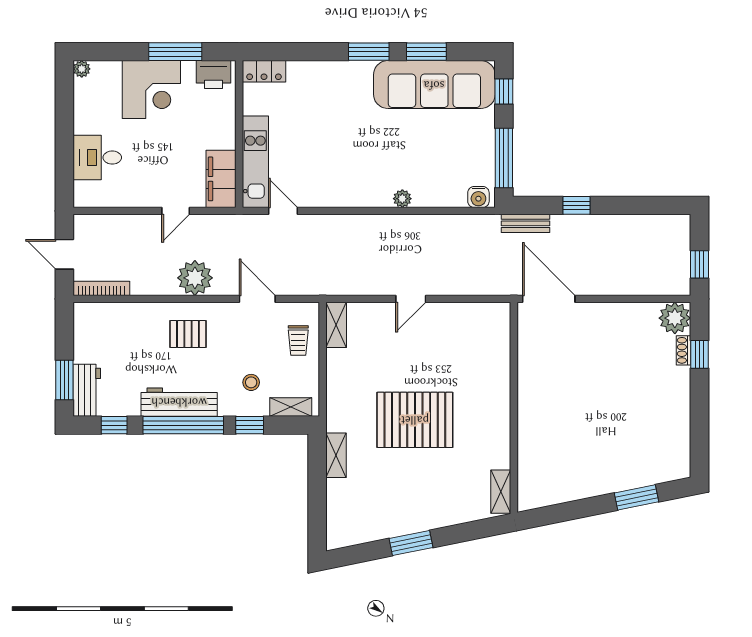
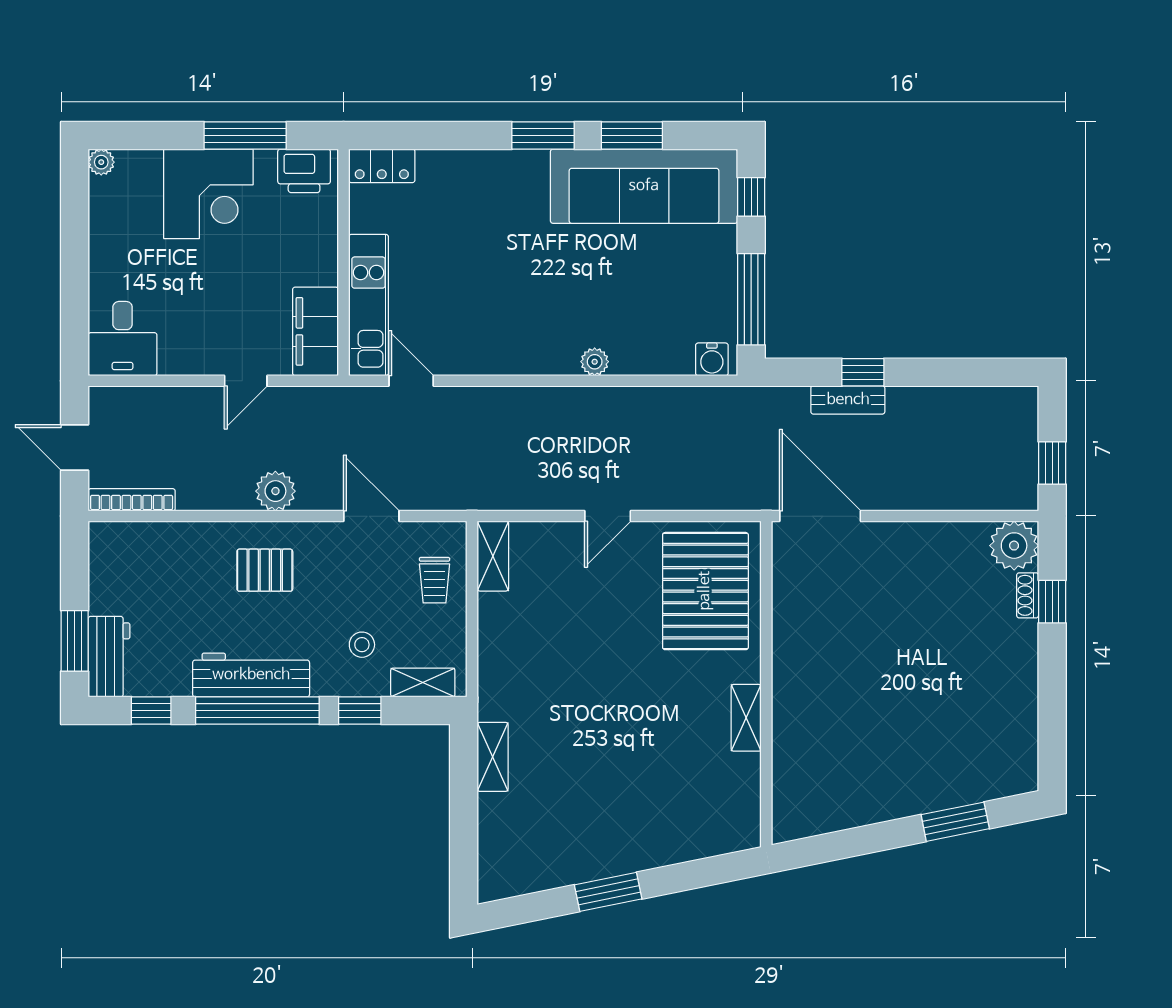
desk: (97, 158) -> (123, 339), moved, turned -90
bench: (525, 223) -> (848, 400), moved
plant: (195, 278) -> (275, 491), width x0.73, depth x0.73
pallet: (415, 420) -> (705, 591), moved, turned 90
shelving: (501, 492) -> (746, 718), moved

